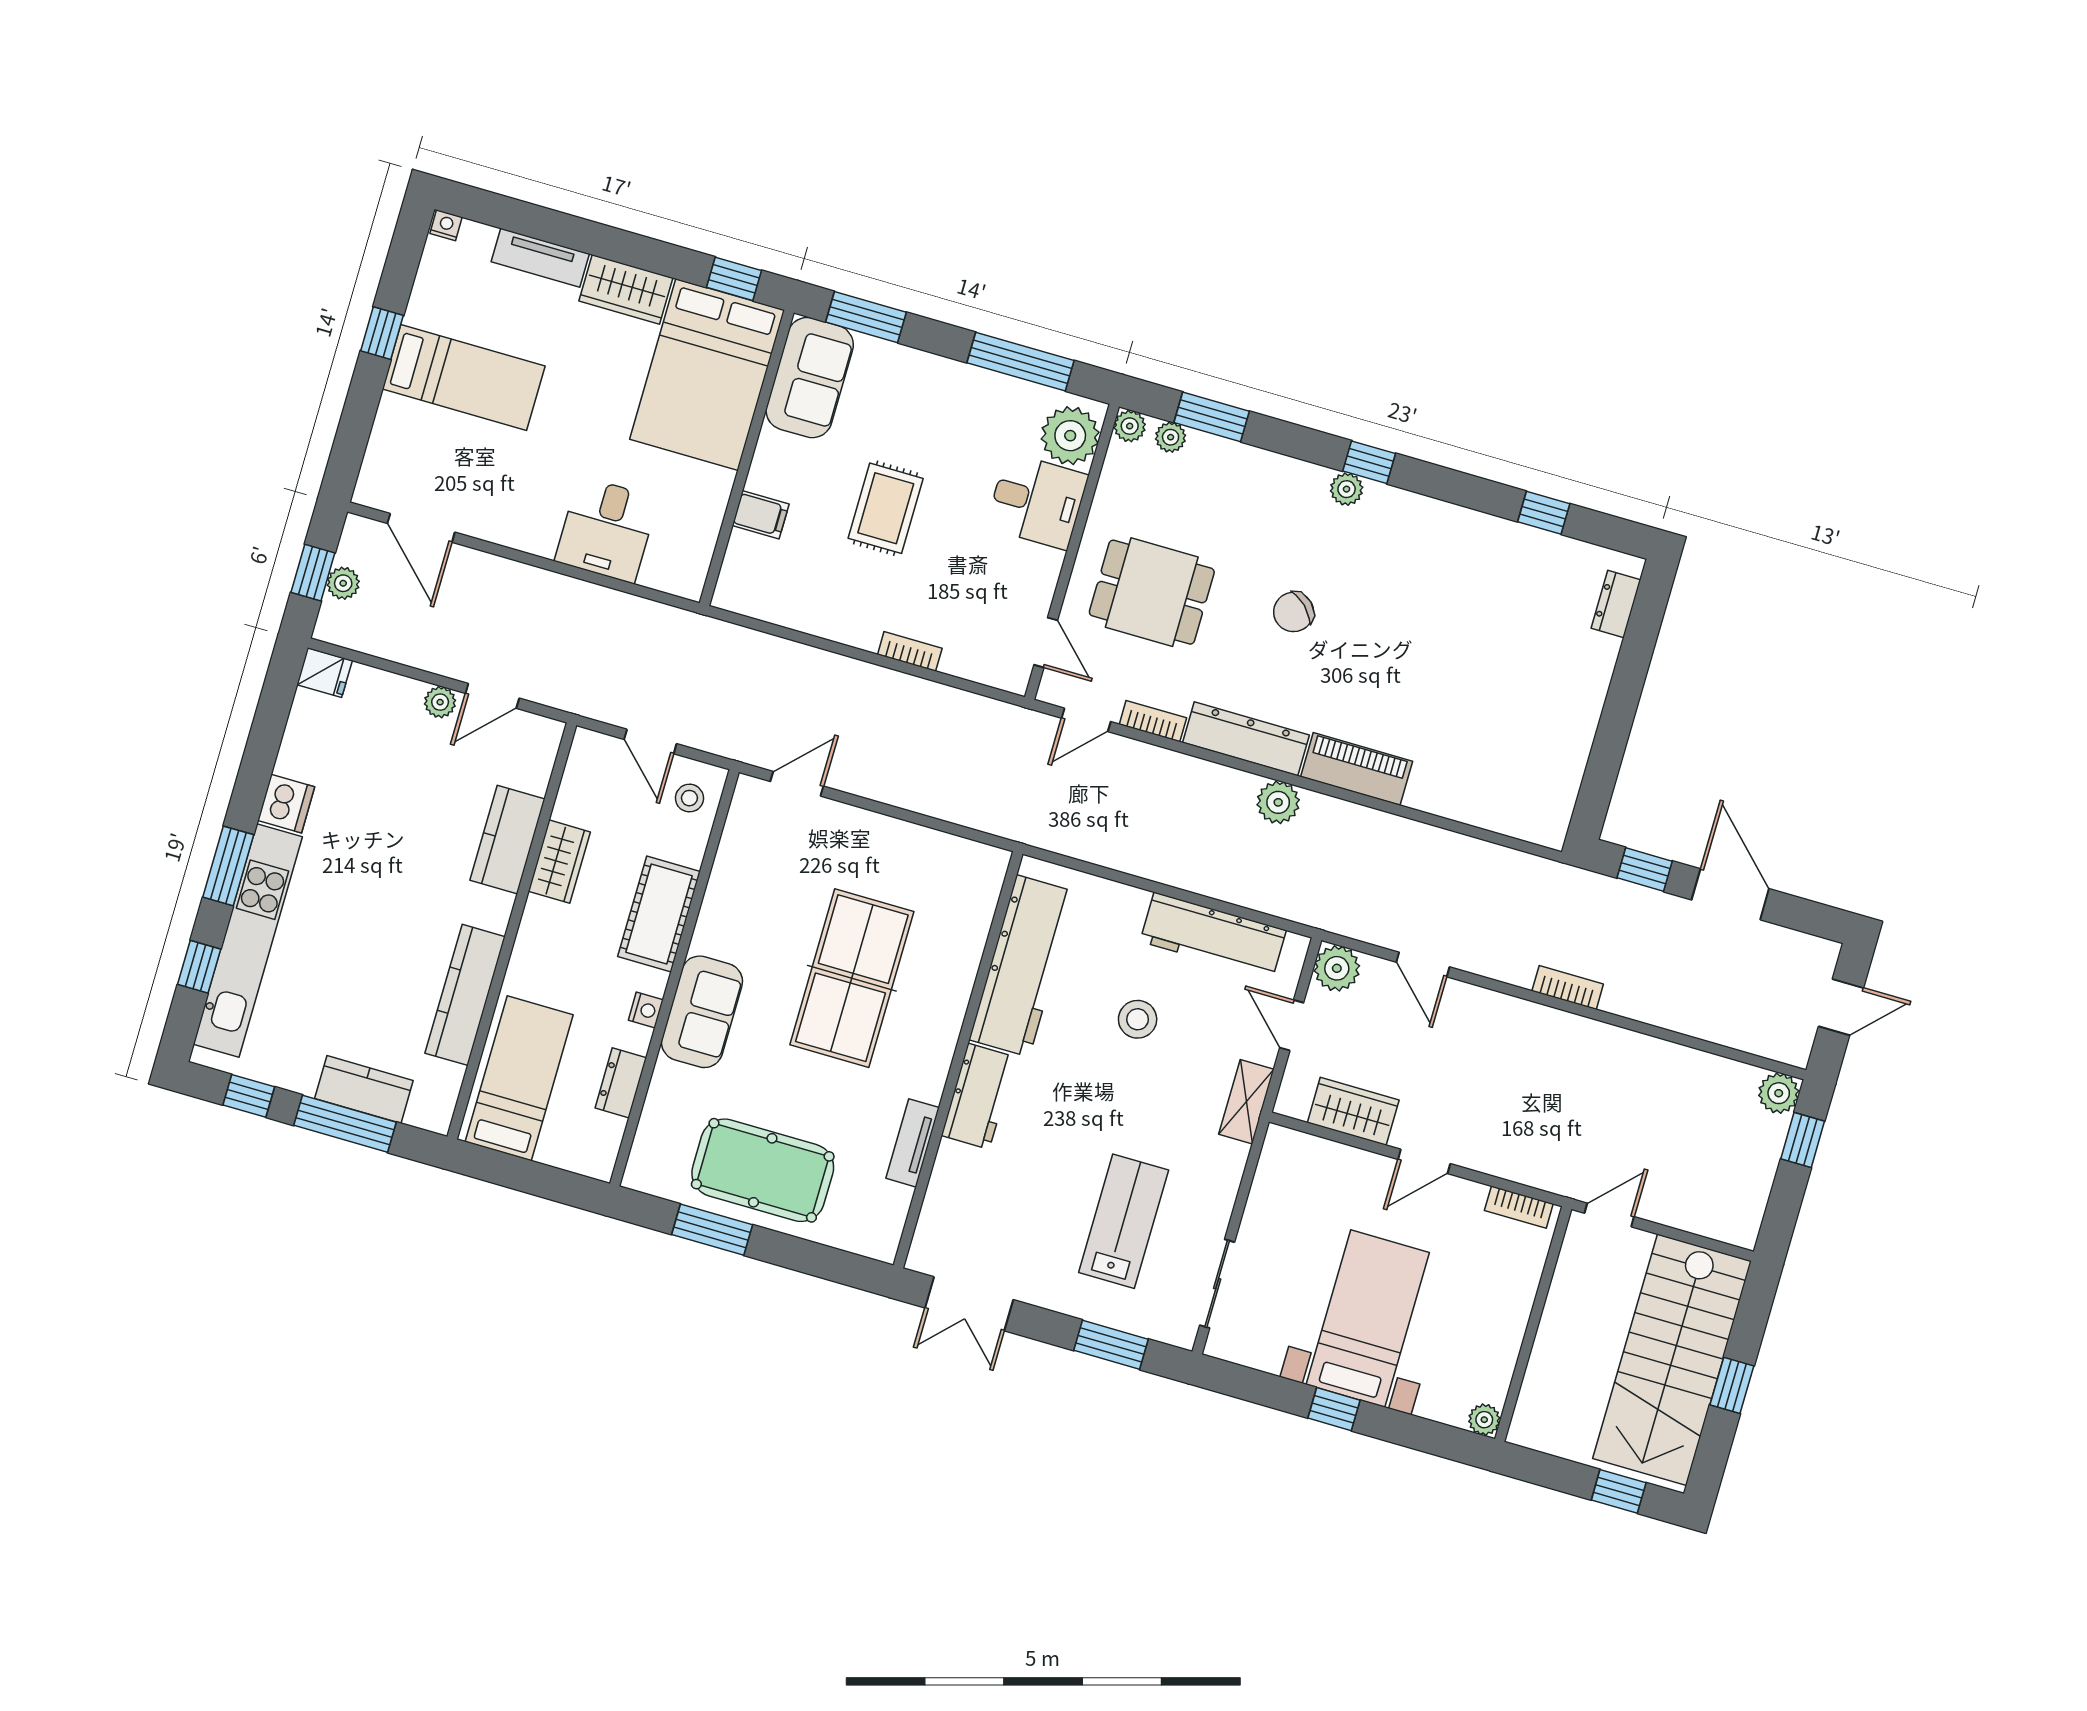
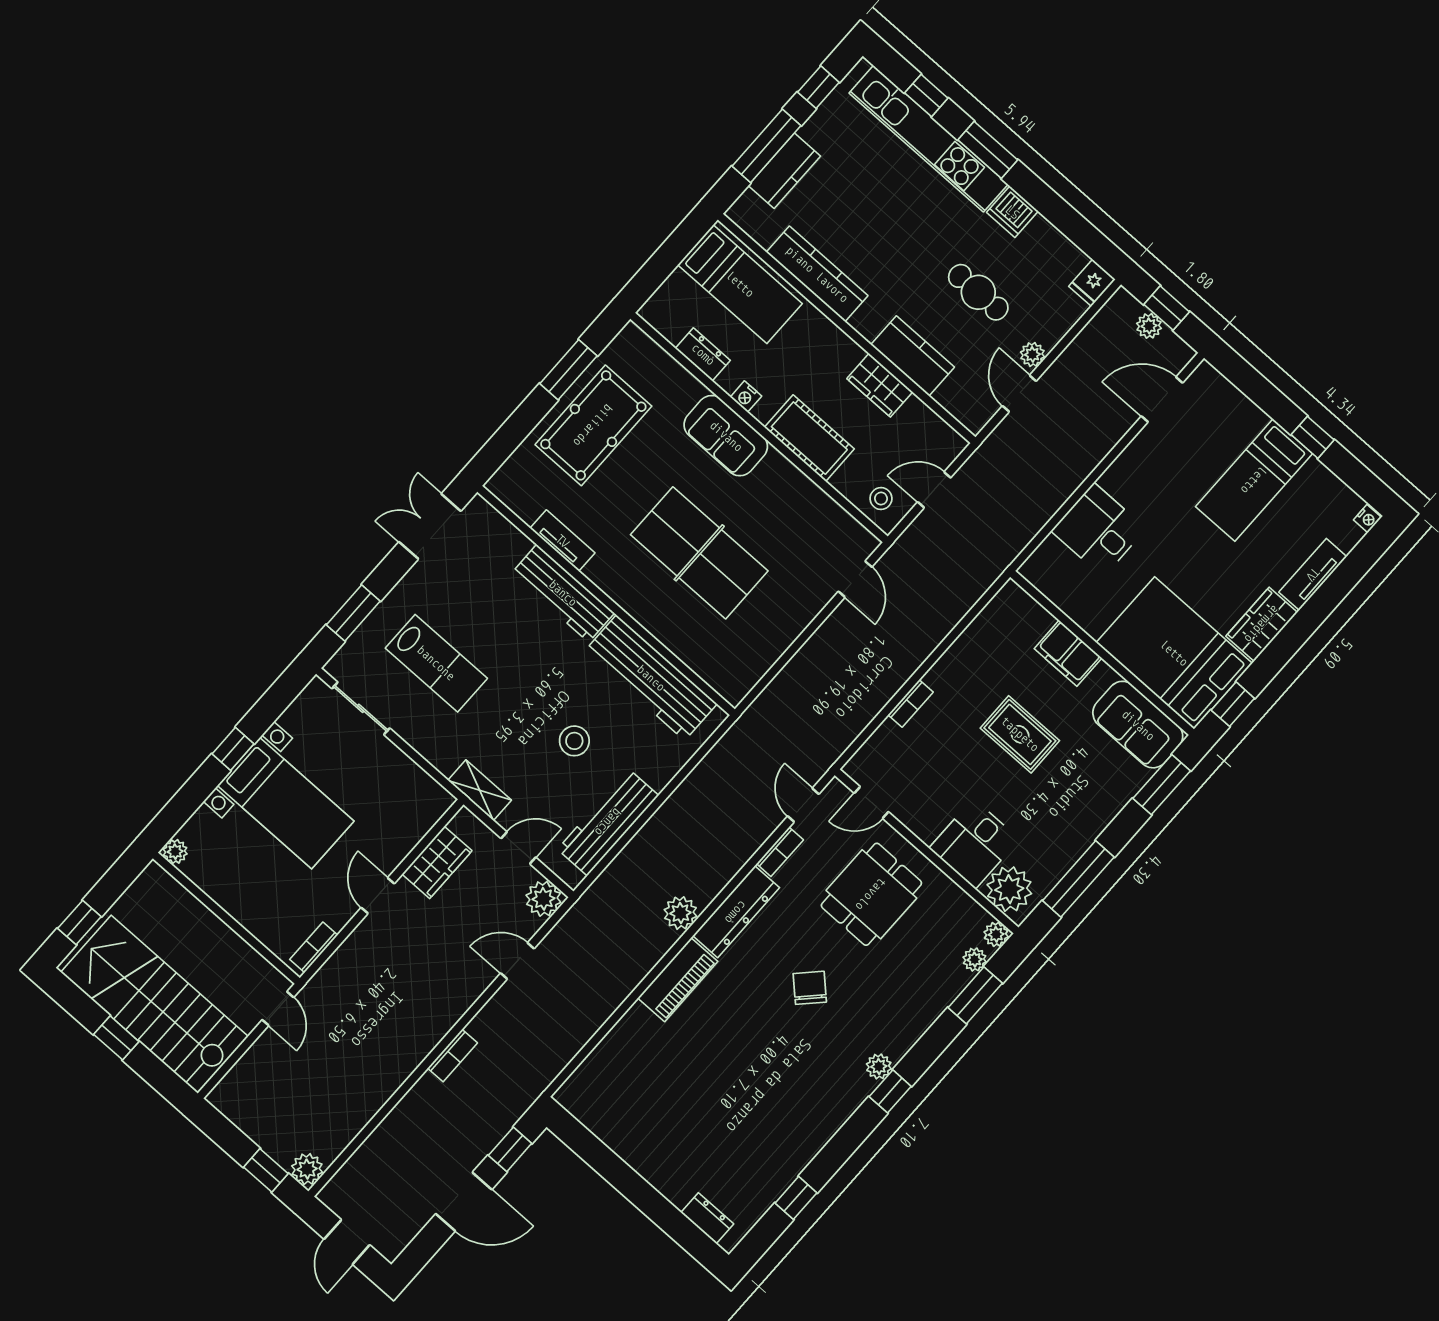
filing cabinet: (761, 515) -> (1068, 653), width x2.00
cafe table: (398, 799) -> (978, 292), added
workbench: (978, 1096) -> (563, 593), width x1.37

